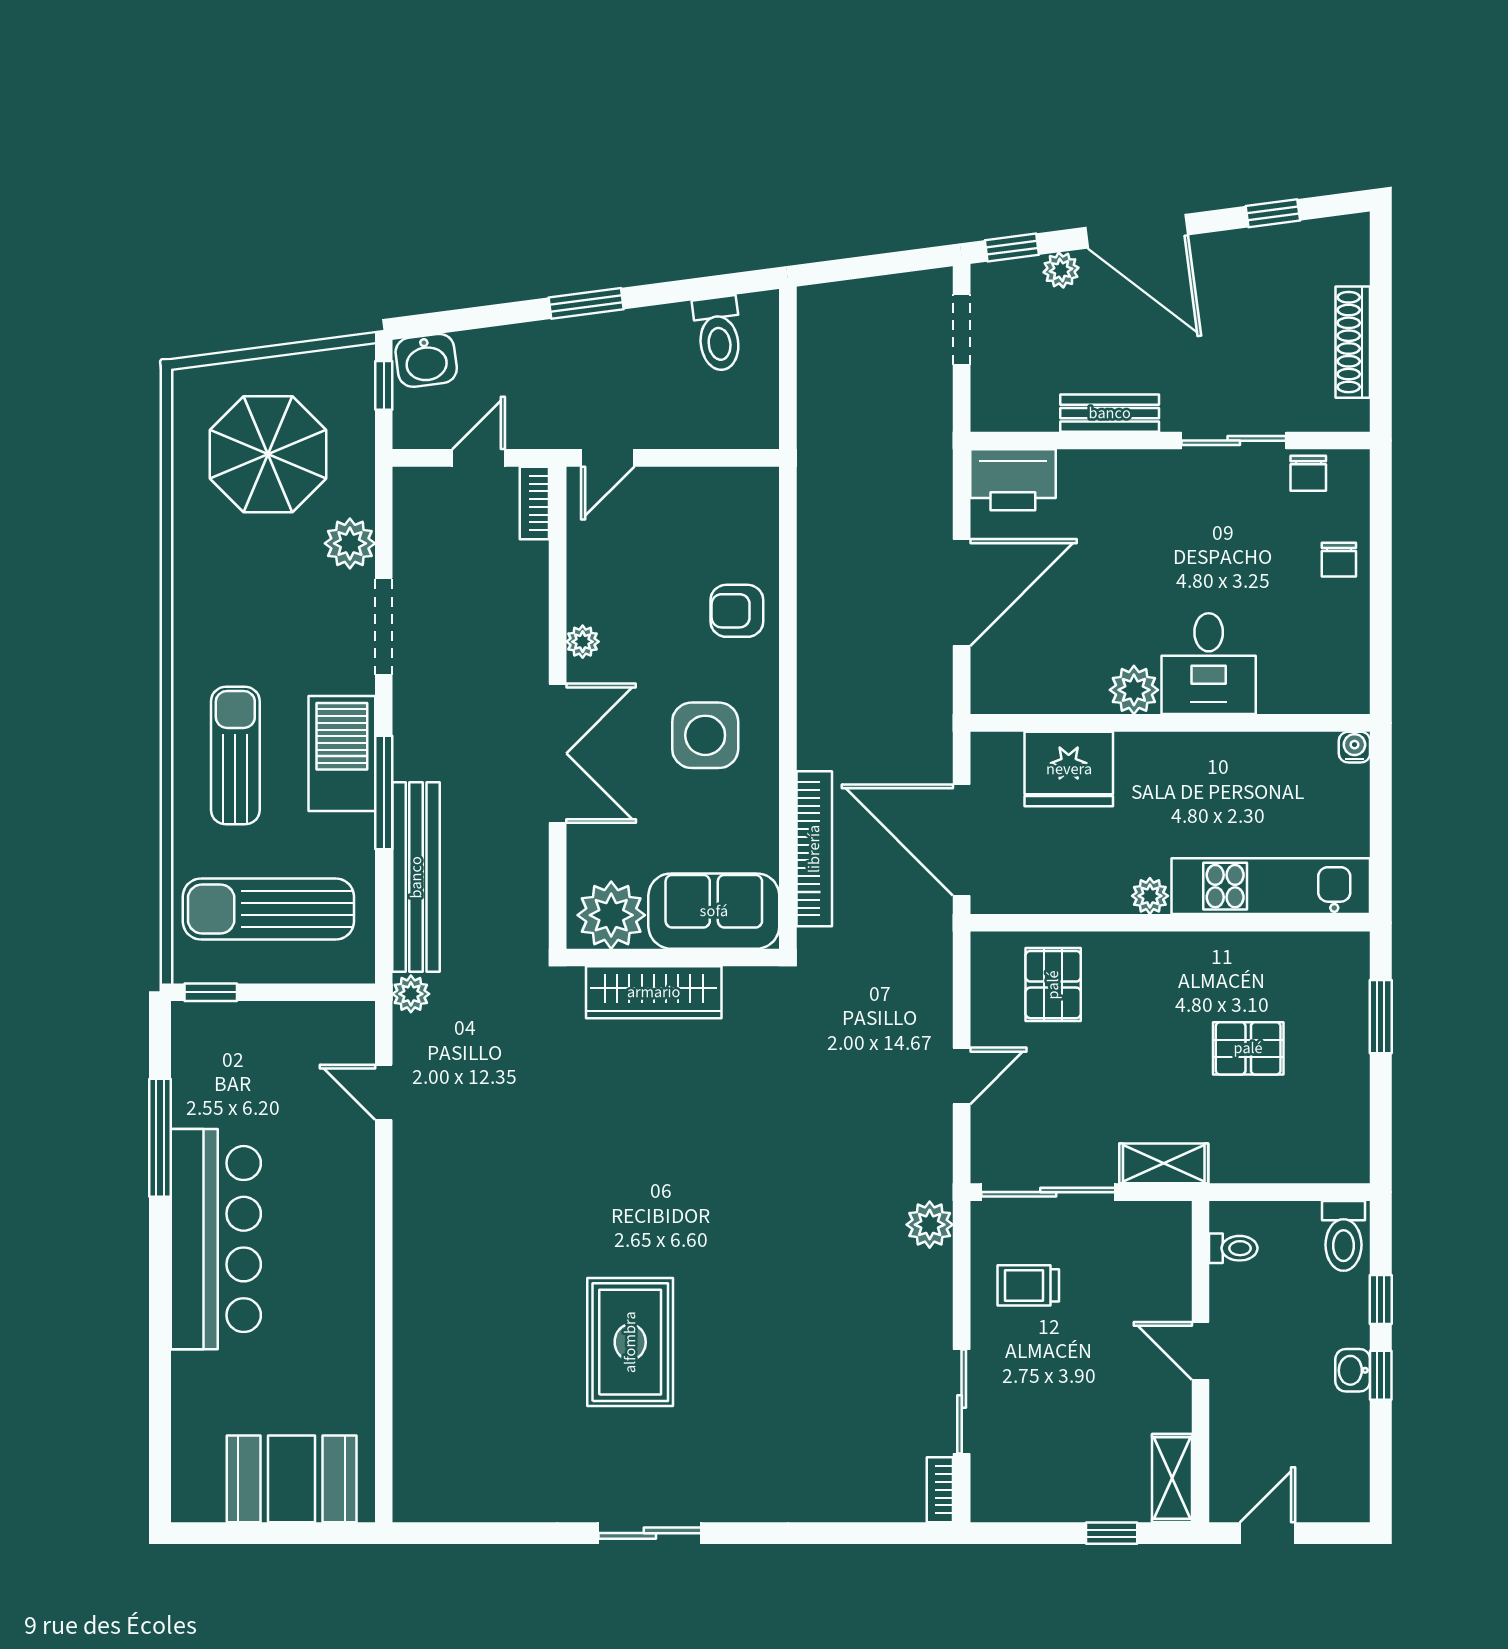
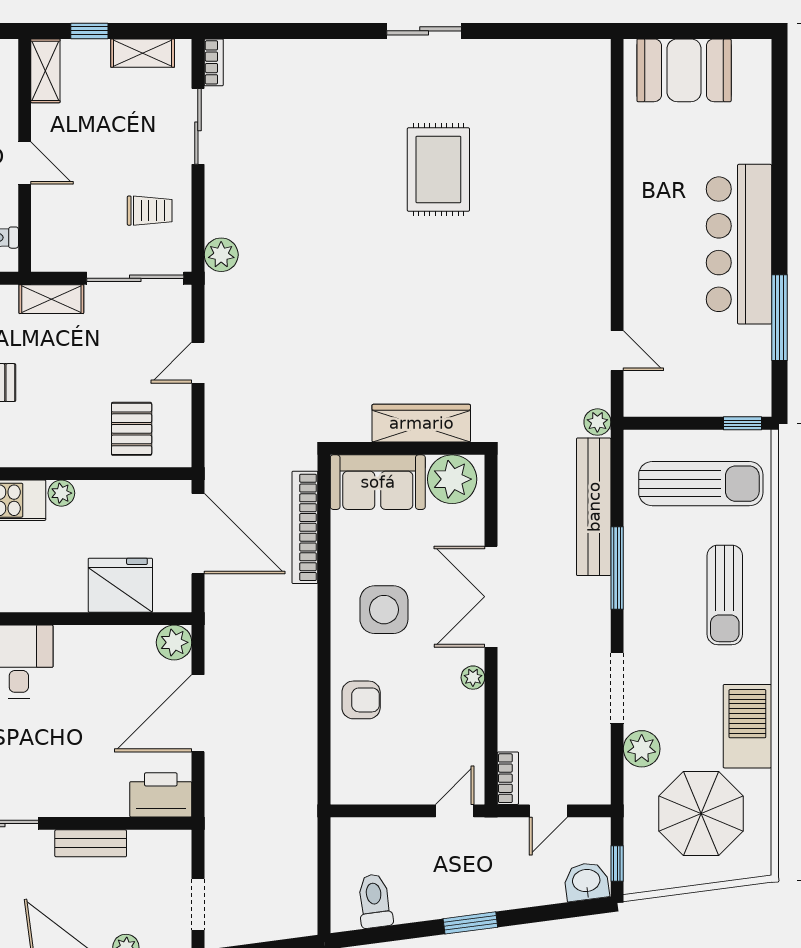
plant: (1134, 690) -> (174, 642), moved
barbecue: (342, 753) -> (747, 726), moved, turned 180
shelving: (1038, 1503) -> (143, 53), added

